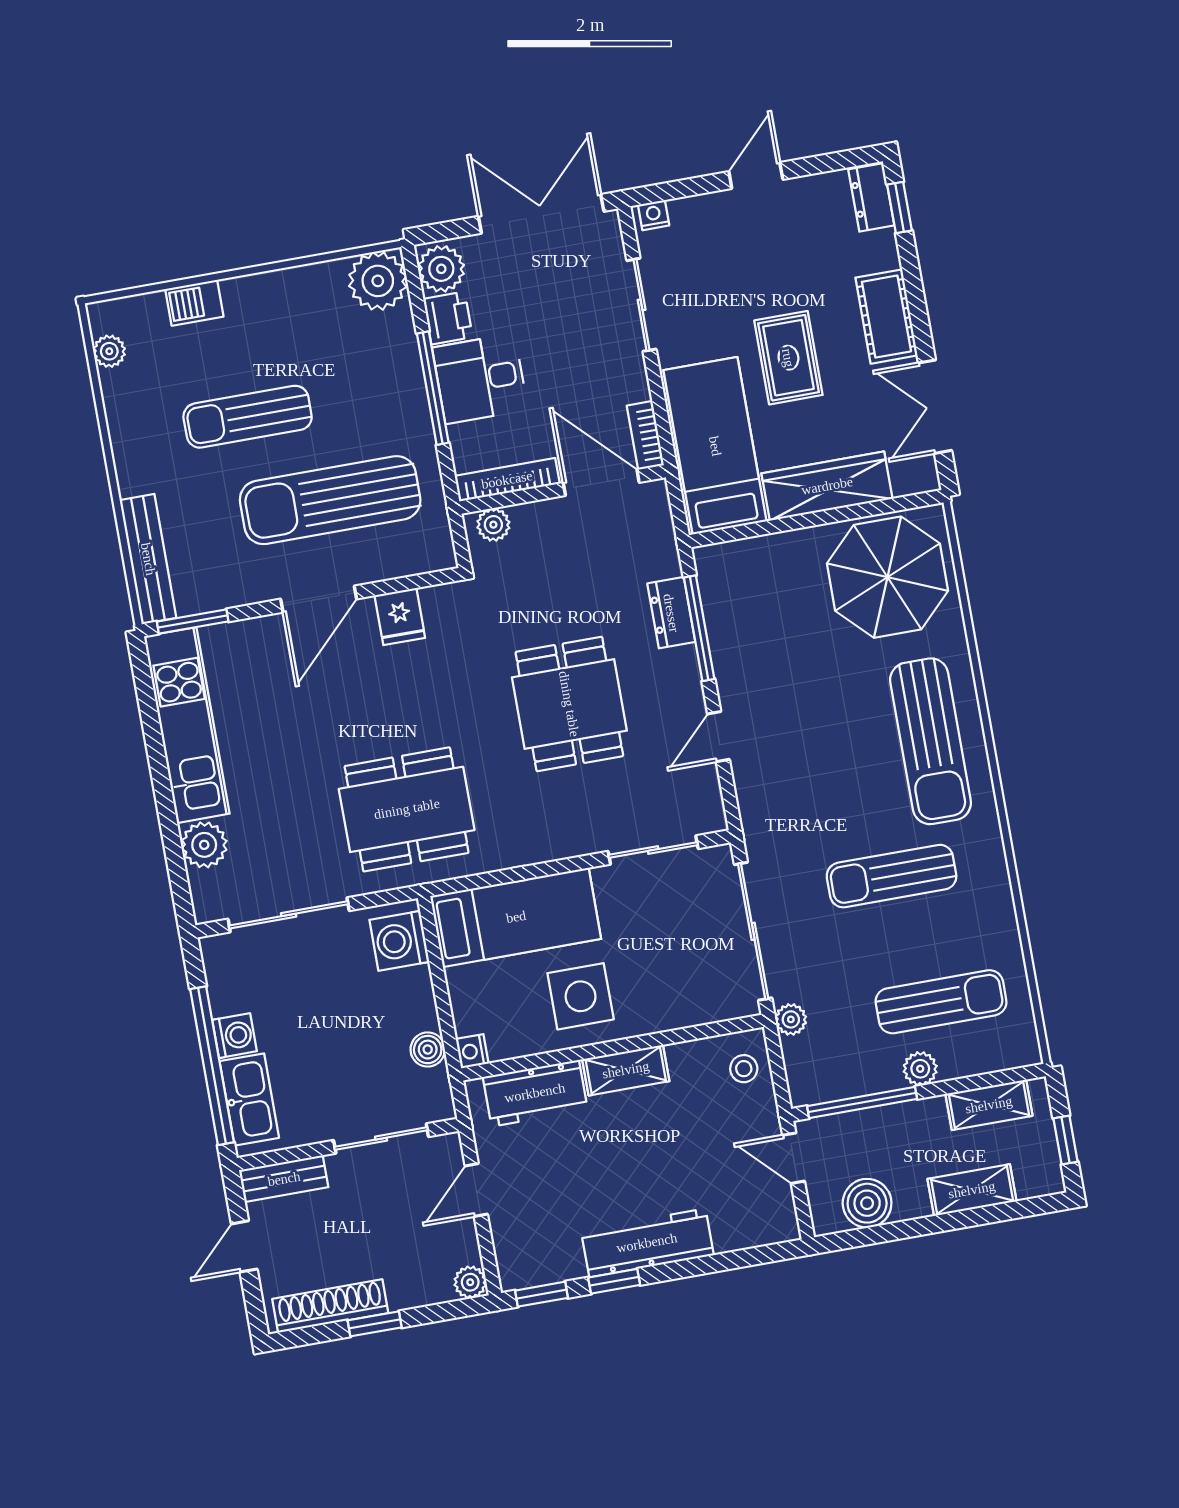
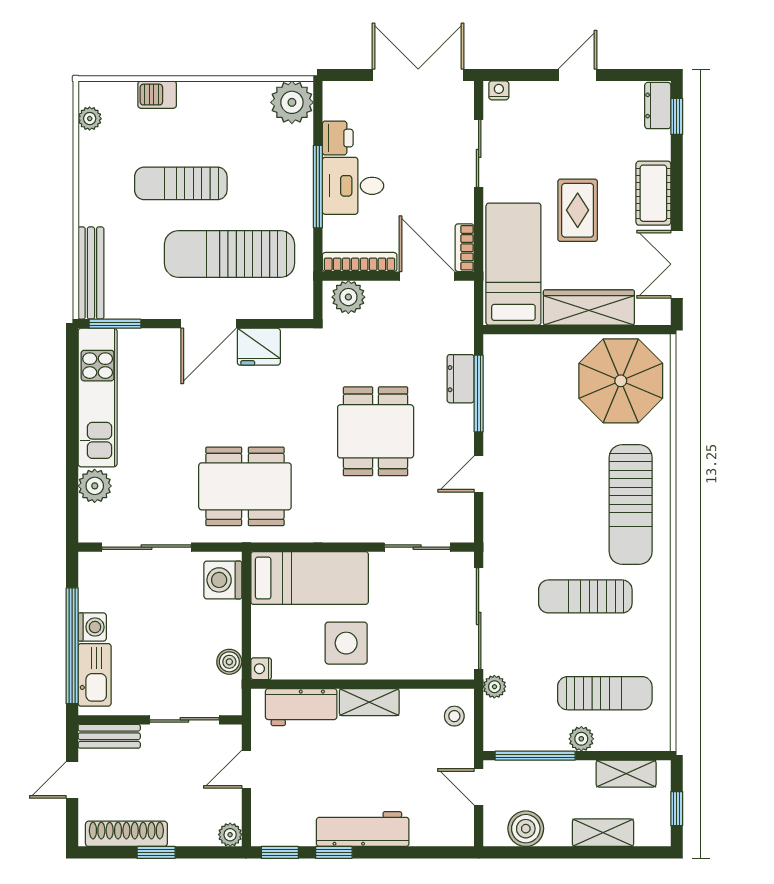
plant: (441, 269) -> (339, 102), removed
plant: (493, 525) -> (348, 297), width x1.38, depth x1.38
fridge: (400, 617) -> (259, 347), width x1.38

